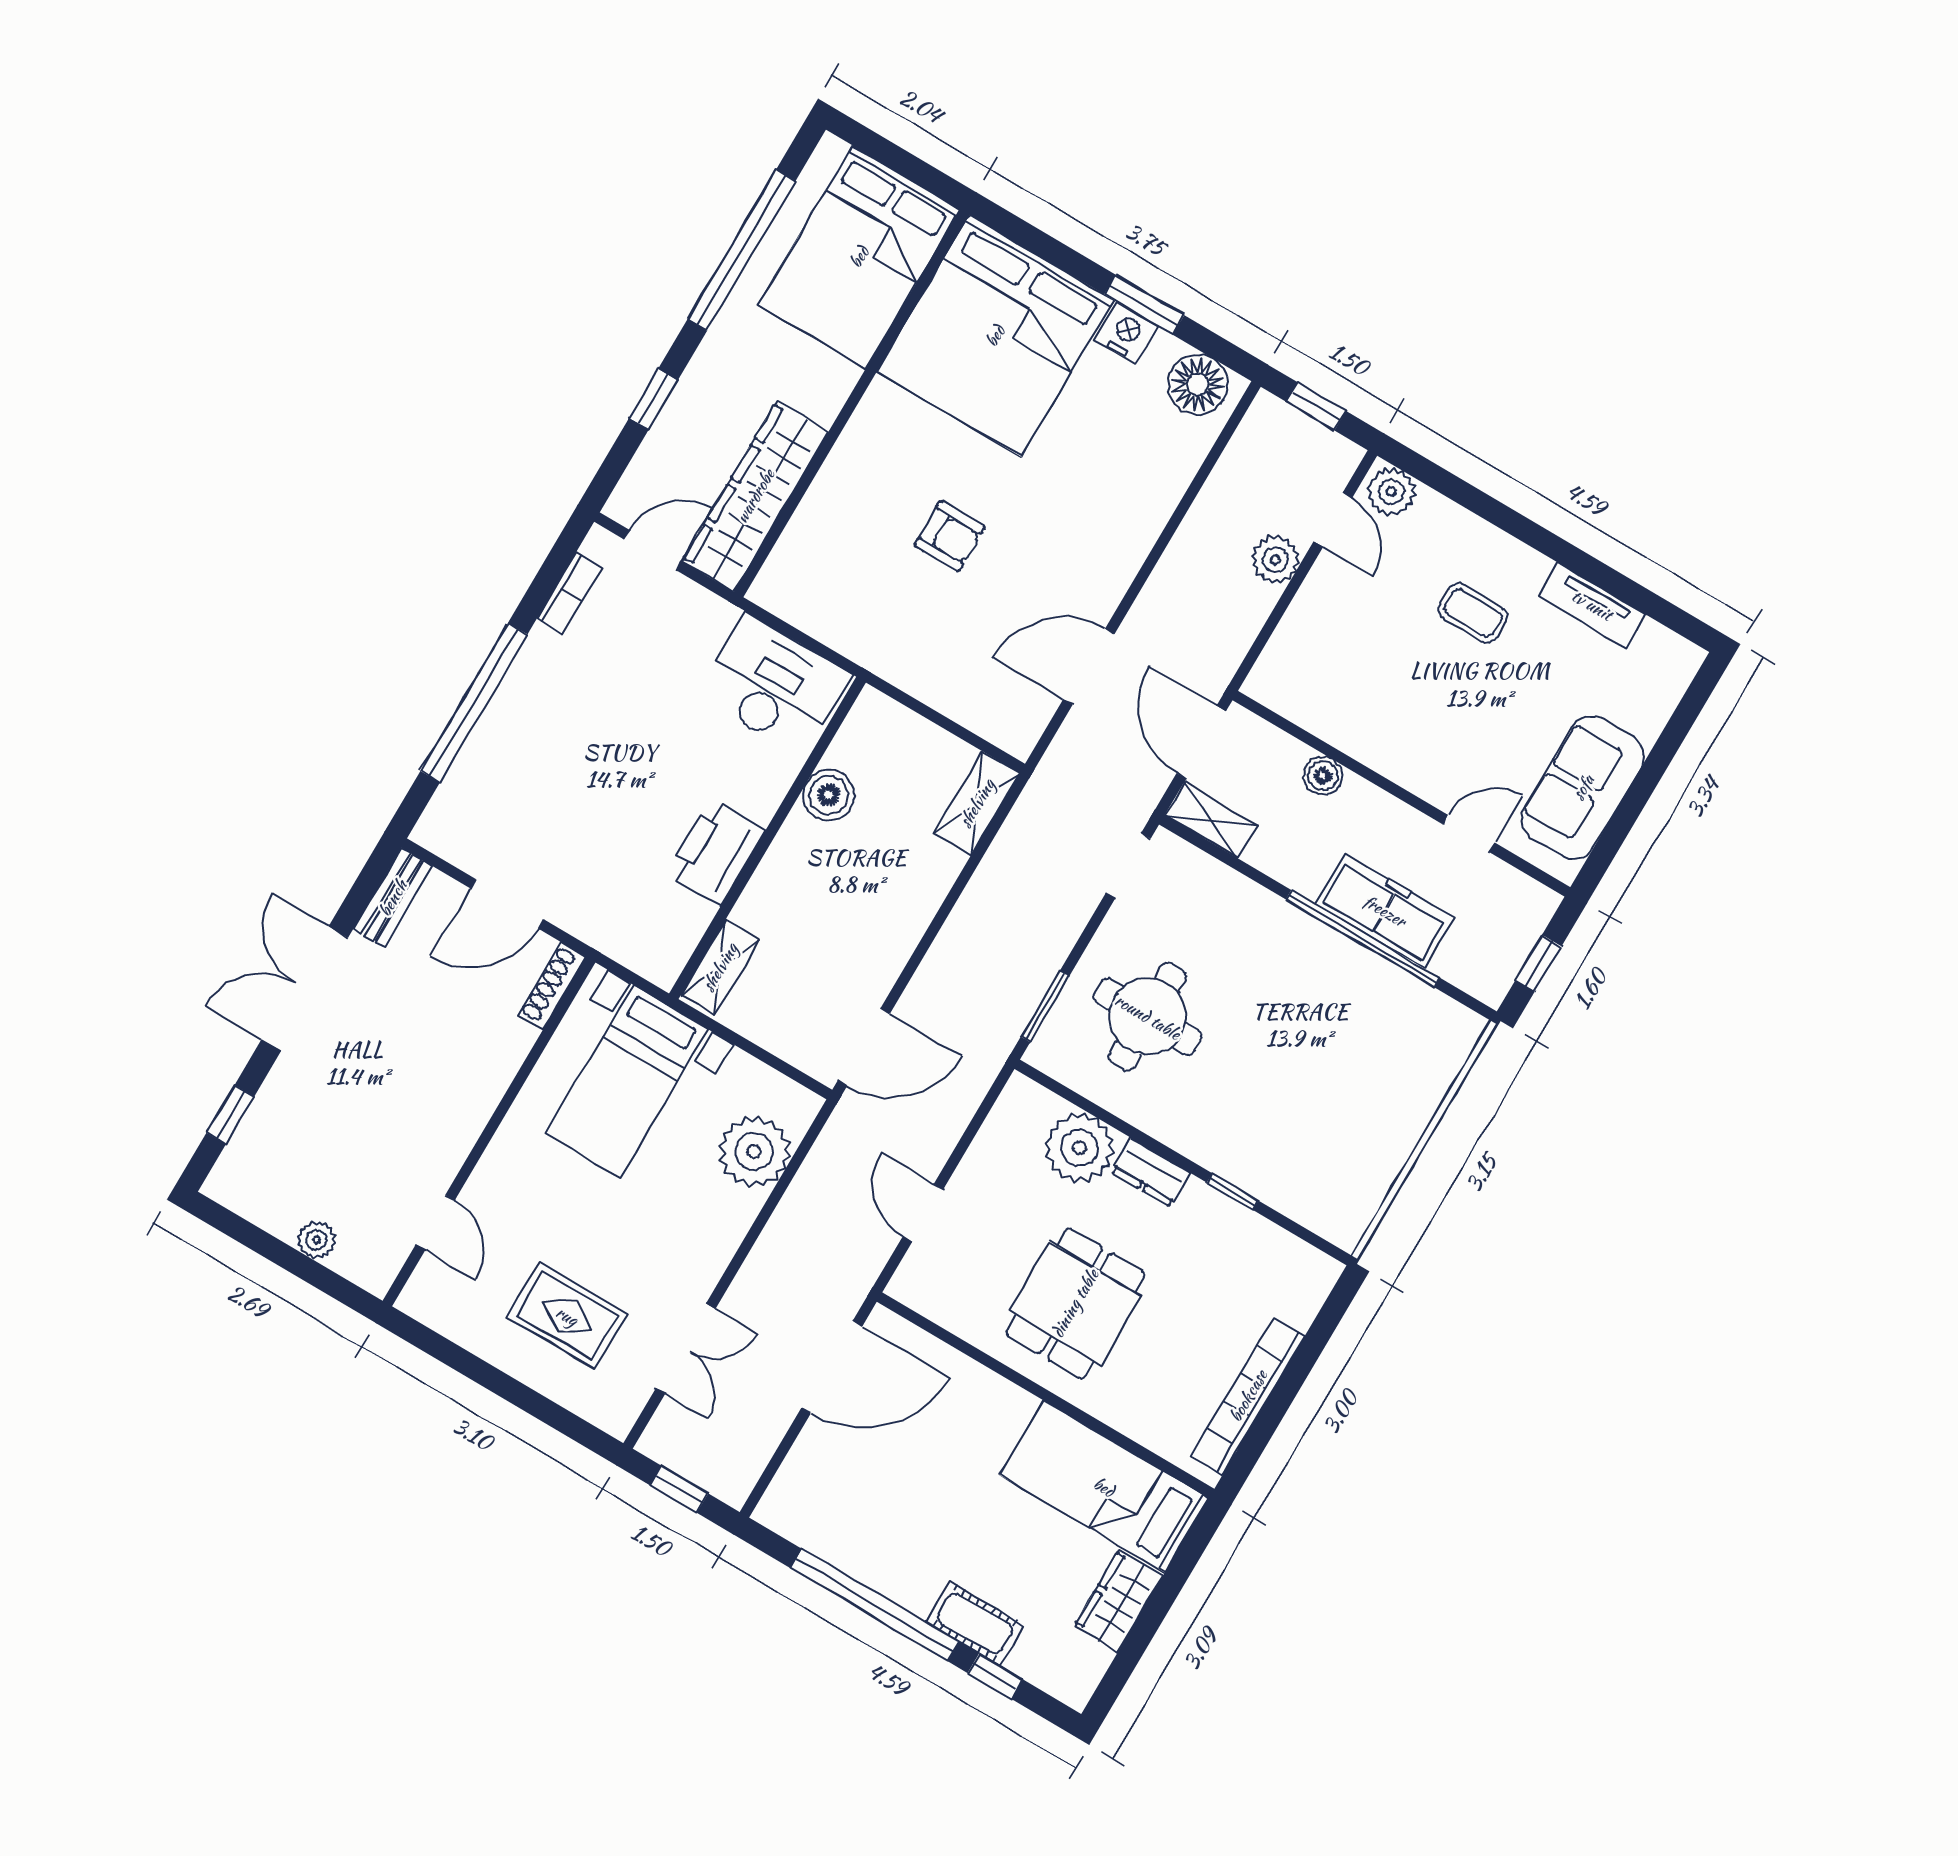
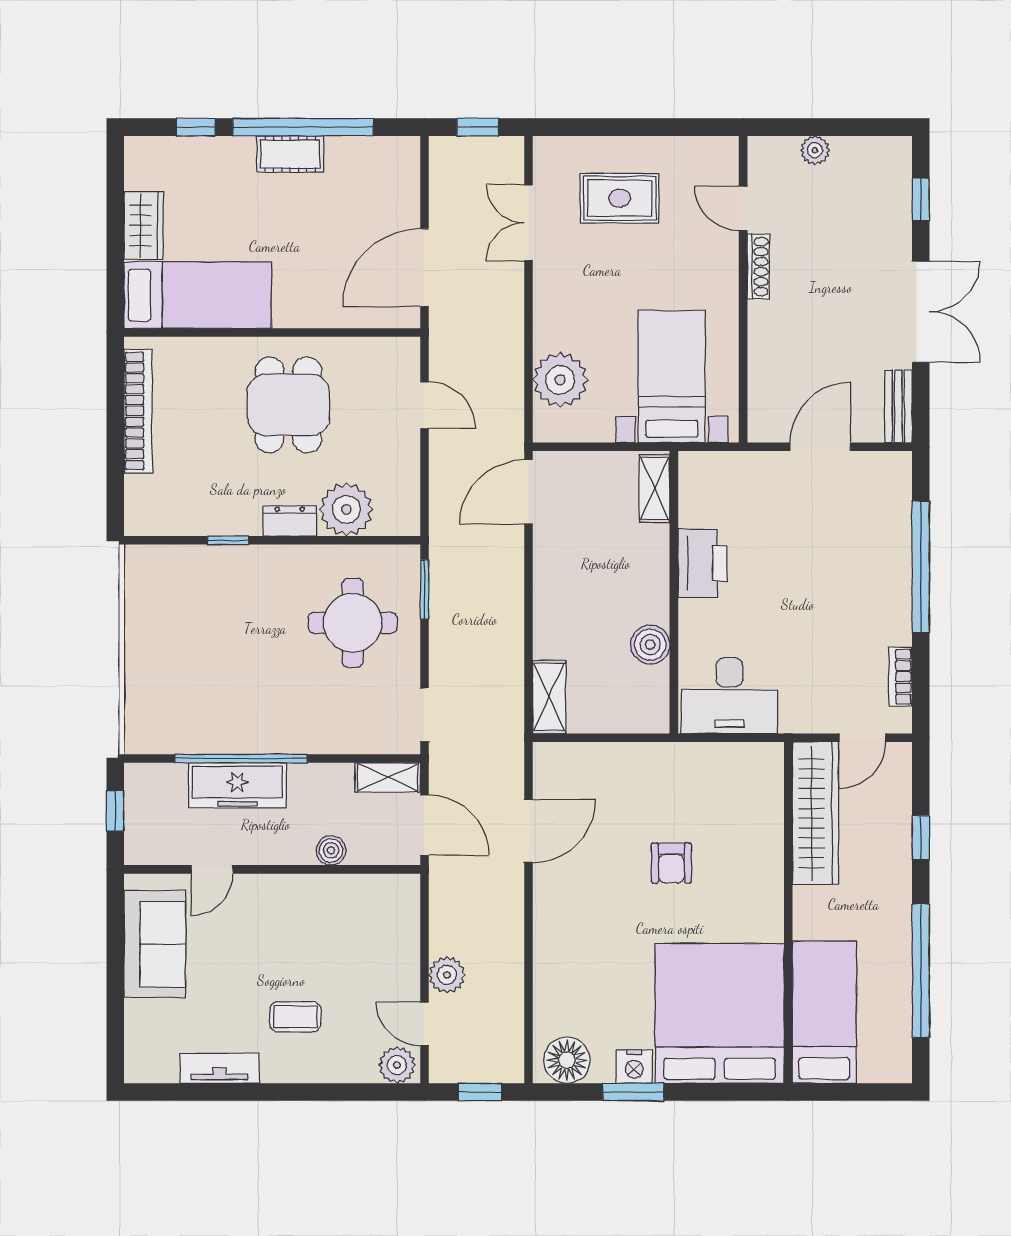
bed: (859, 257) -> (824, 1012), width x0.67
armchair: (950, 536) -> (671, 863), turned -90
shoe rack: (552, 986) -> (758, 267), moved
cot: (975, 1623) -> (290, 154), moved

